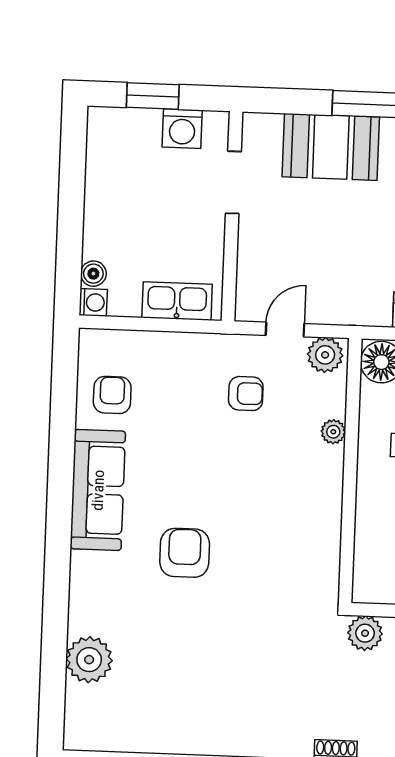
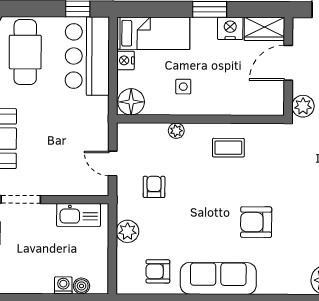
kitchen sink: (177, 301) -> (79, 215), moved, turned -90
washing machine: (93, 302) -> (63, 285), moved
plant: (325, 355) -> (127, 231), moved
coffee table: (304, 513) -> (228, 148), added

